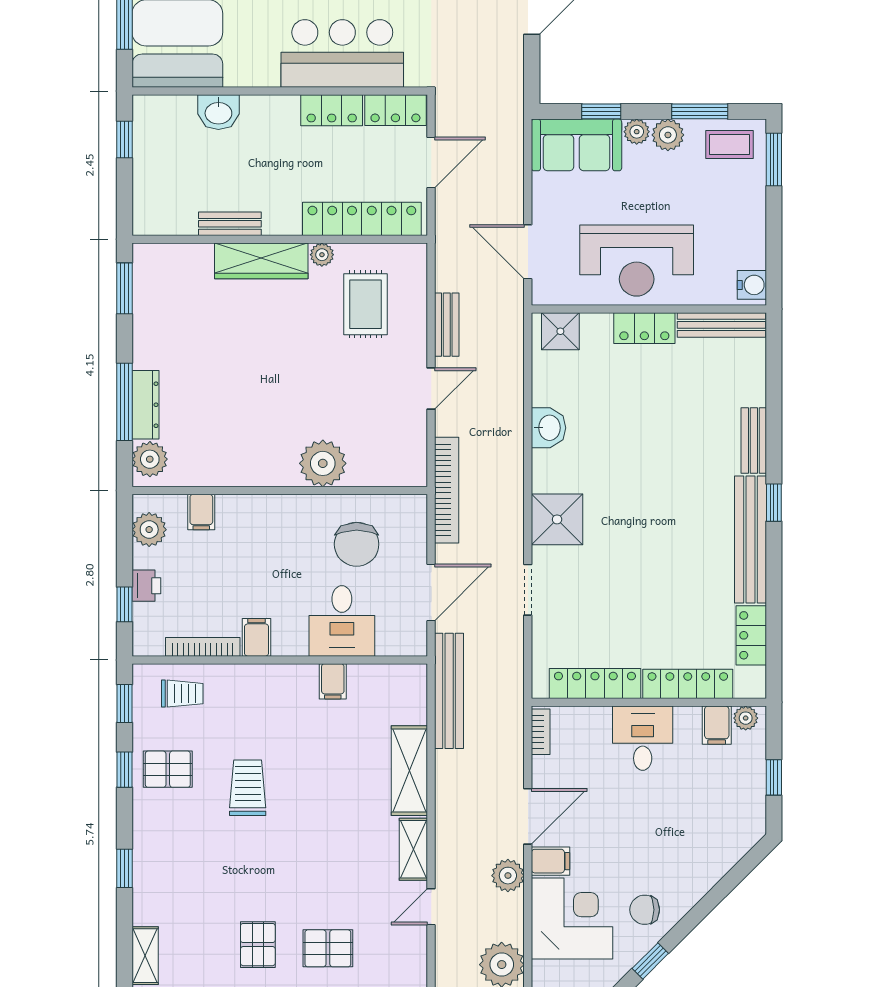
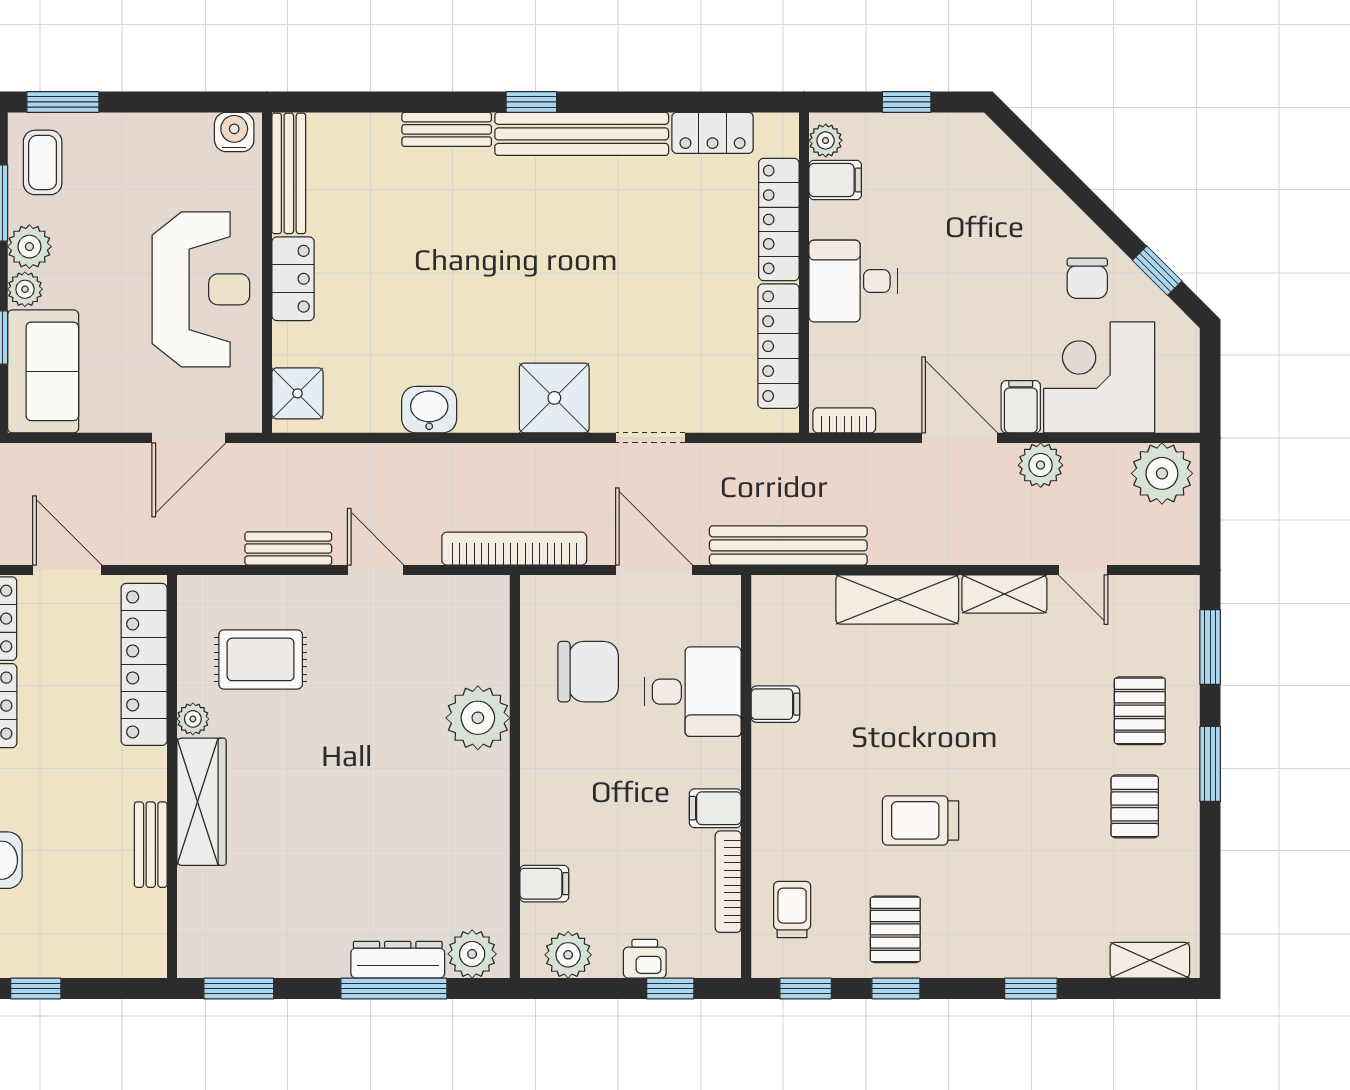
pallet: (258, 945) -> (1135, 806), turned 90

